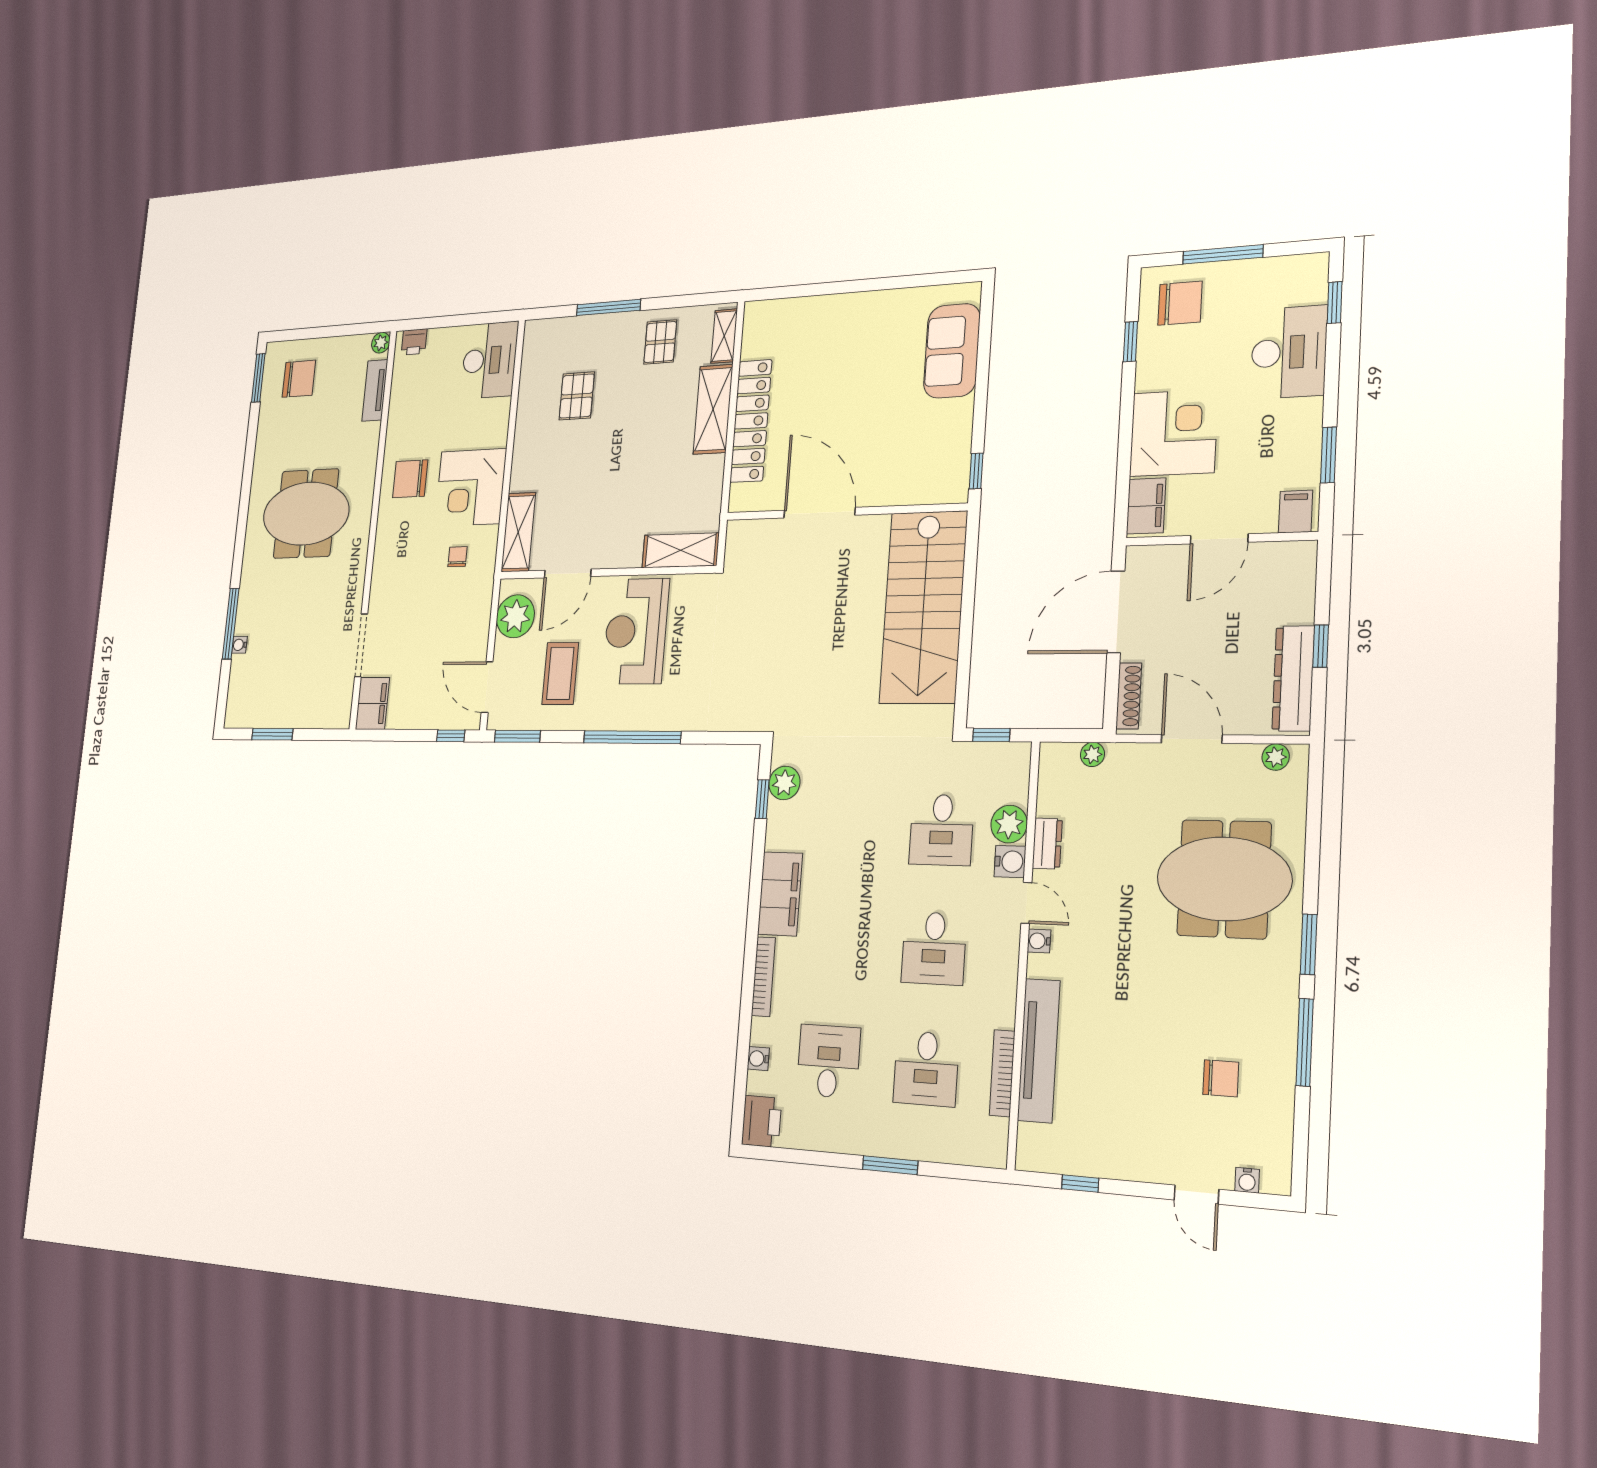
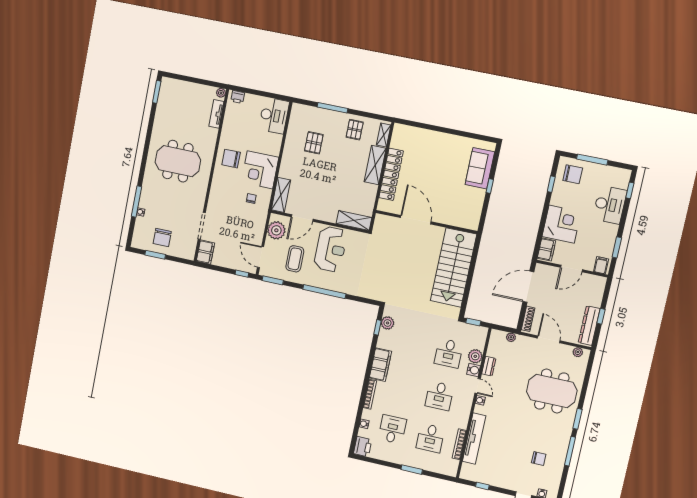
chair: (299, 379) -> (162, 237), moved, turned 90
window: (976, 471) -> (490, 186), moved
reception desk: (636, 631) -> (331, 249), turned 180

